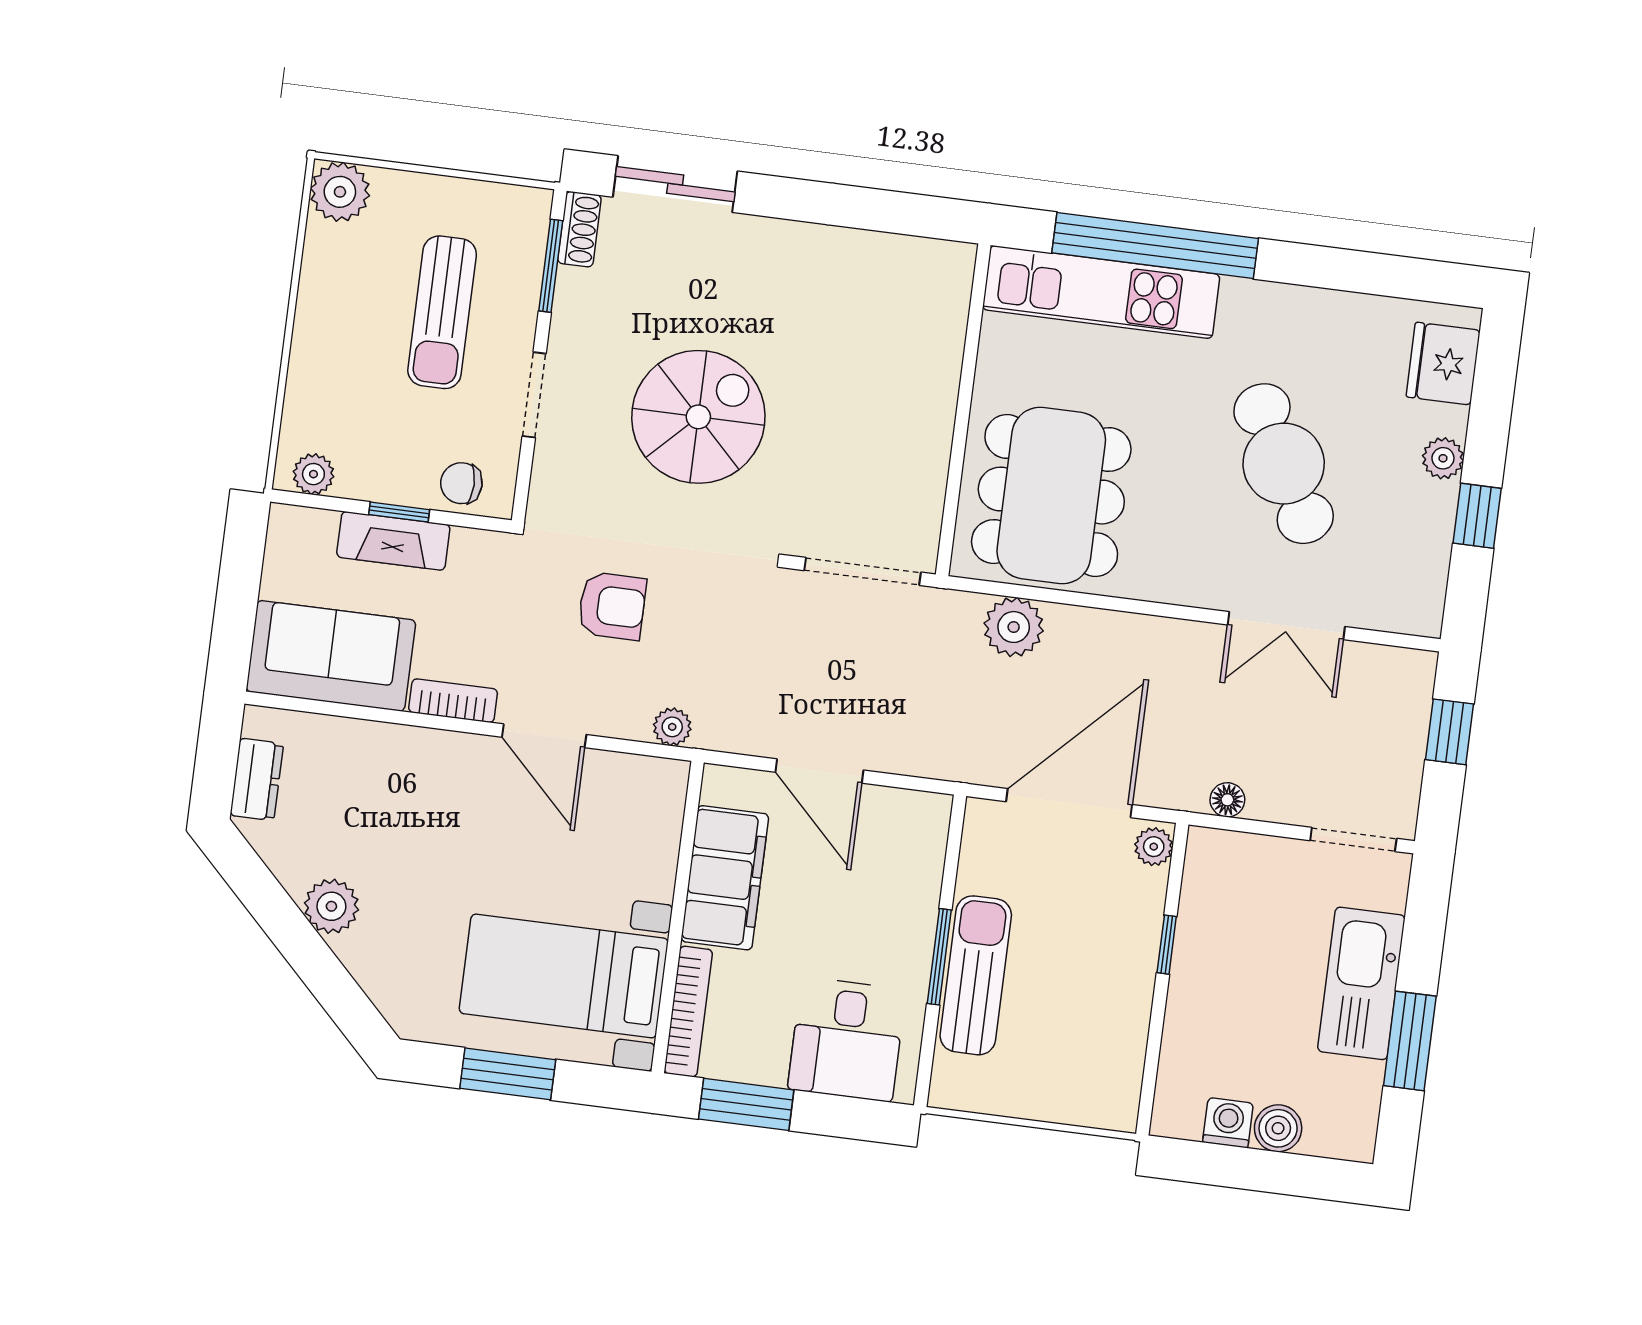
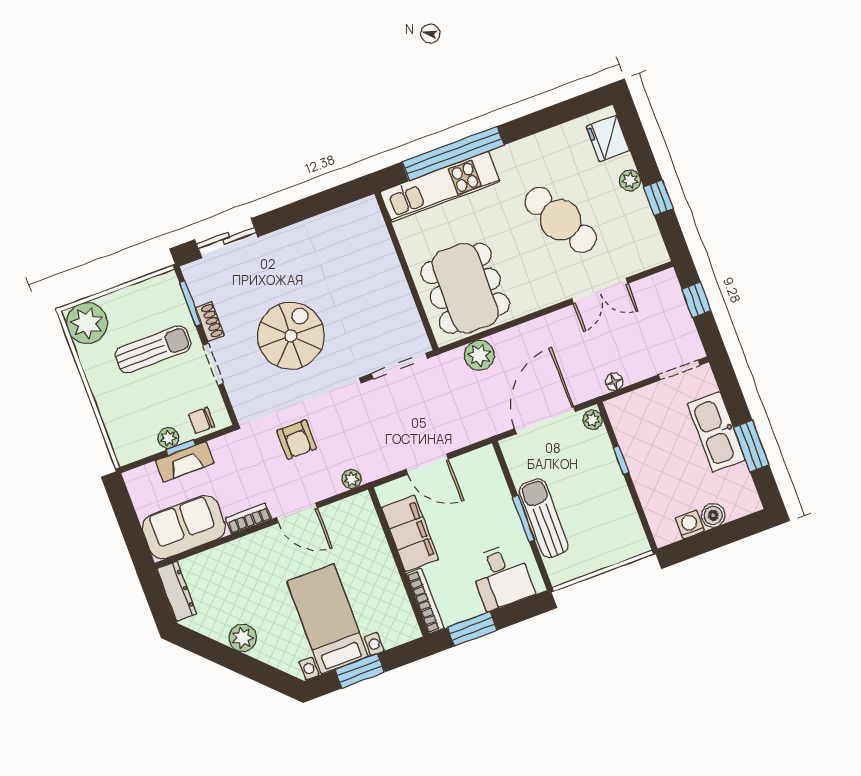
plant: (340, 192) -> (87, 323), width x1.36, depth x1.36
shoe rack: (579, 229) -> (210, 322), moved
sun lounger: (442, 312) -> (153, 349), turned -90
plant: (313, 474) -> (168, 438), moved
armchair: (612, 606) -> (297, 440), turned 90
dresser: (257, 779) -> (177, 591), width x1.44
bed with nightstands: (564, 976) -> (328, 619), moved, turned 90

